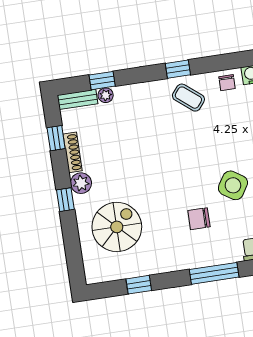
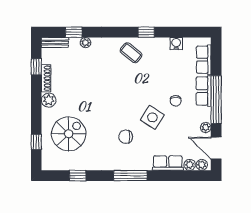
window: (178, 69) -> (146, 32), moved
chair: (227, 83) -> (159, 46), removed
plant: (106, 95) -> (85, 43), moved
window: (65, 200) -> (36, 142), moved

